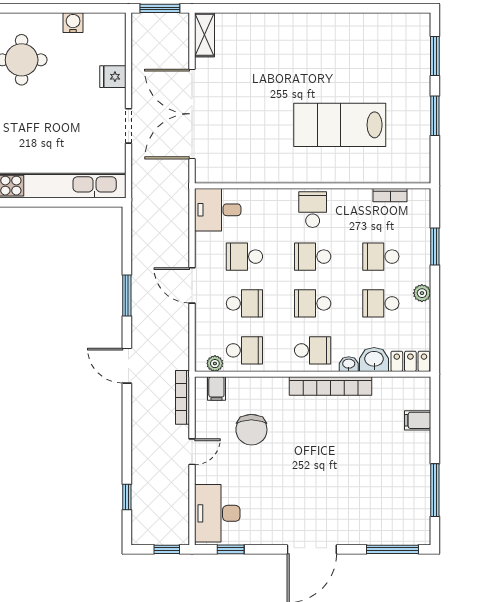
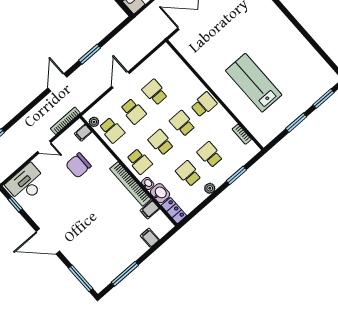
desk: (218, 210) -> (165, 61), removed
filing cabinet: (383, 390) -> (150, 210), added

